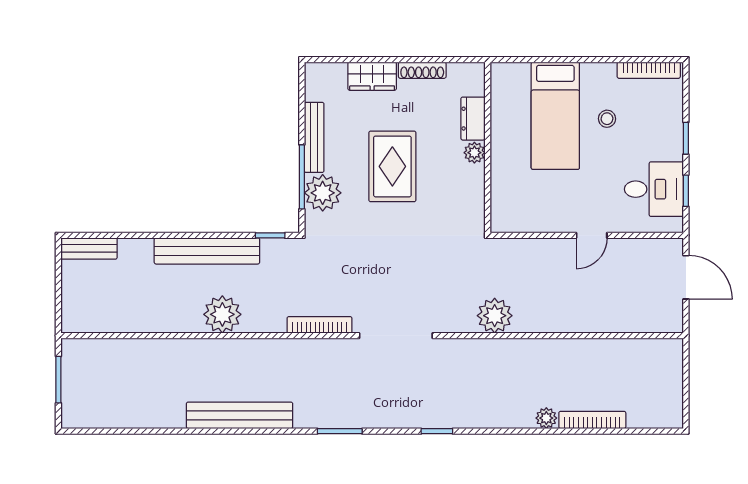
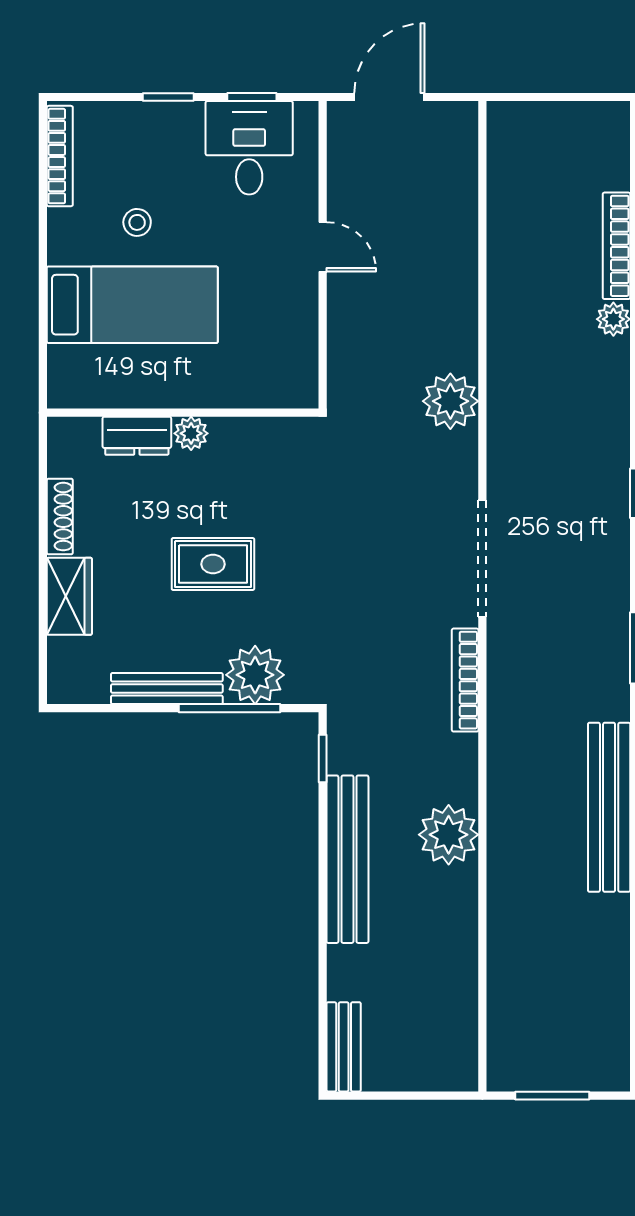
rug: (392, 166) -> (213, 564), width x0.73, depth x0.70

